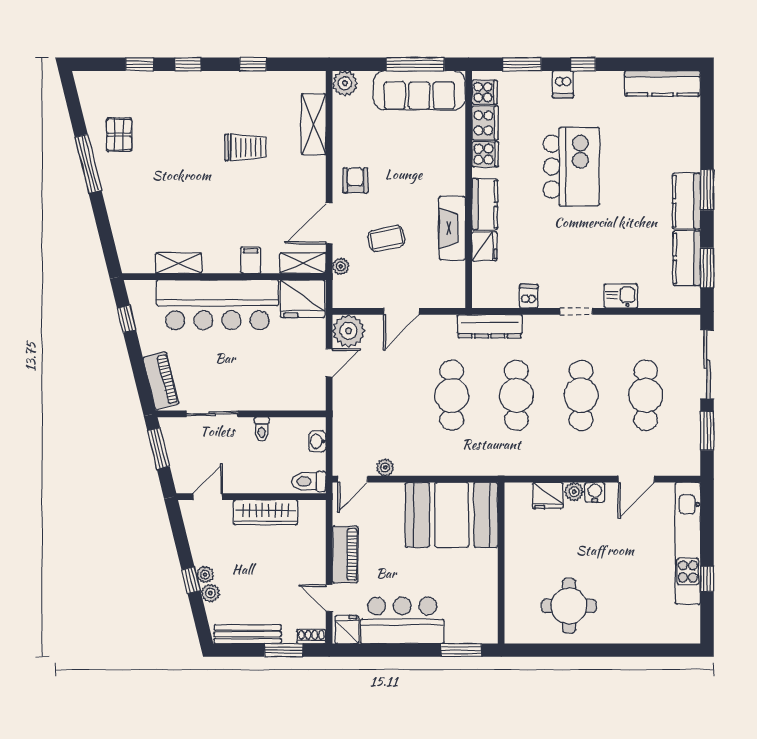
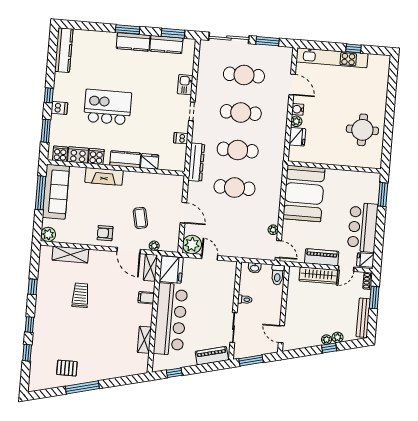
fireplace: (452, 228) -> (104, 176), moved
wardrobe: (266, 512) -> (318, 275), moved, turned 90

